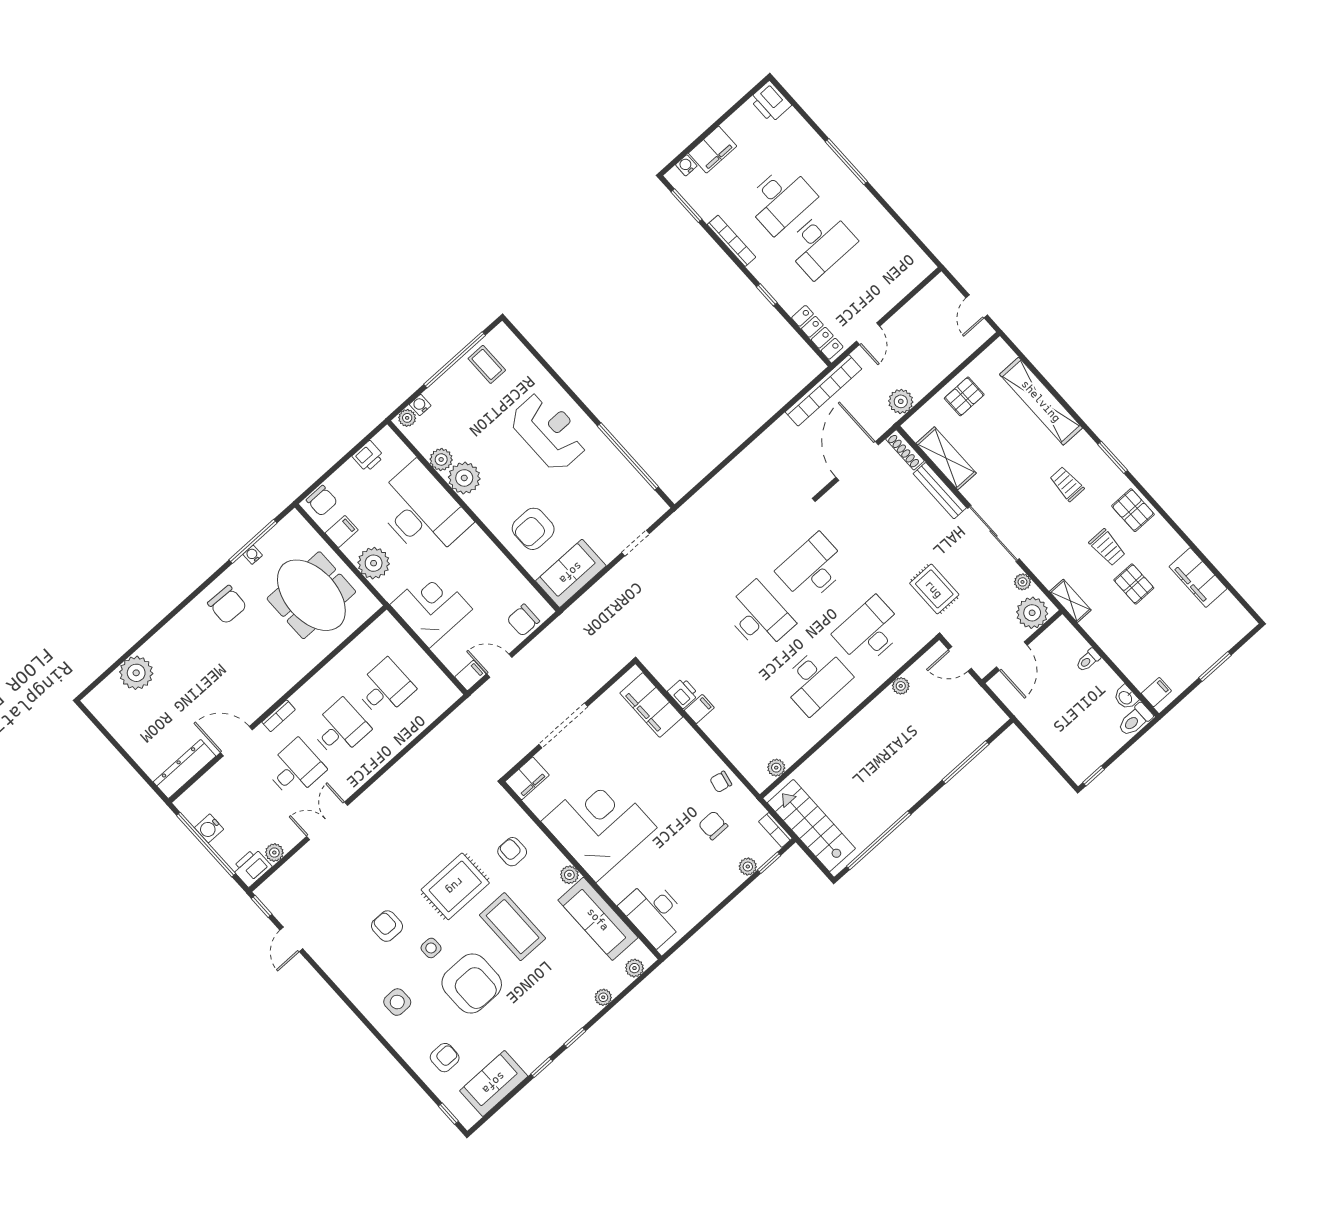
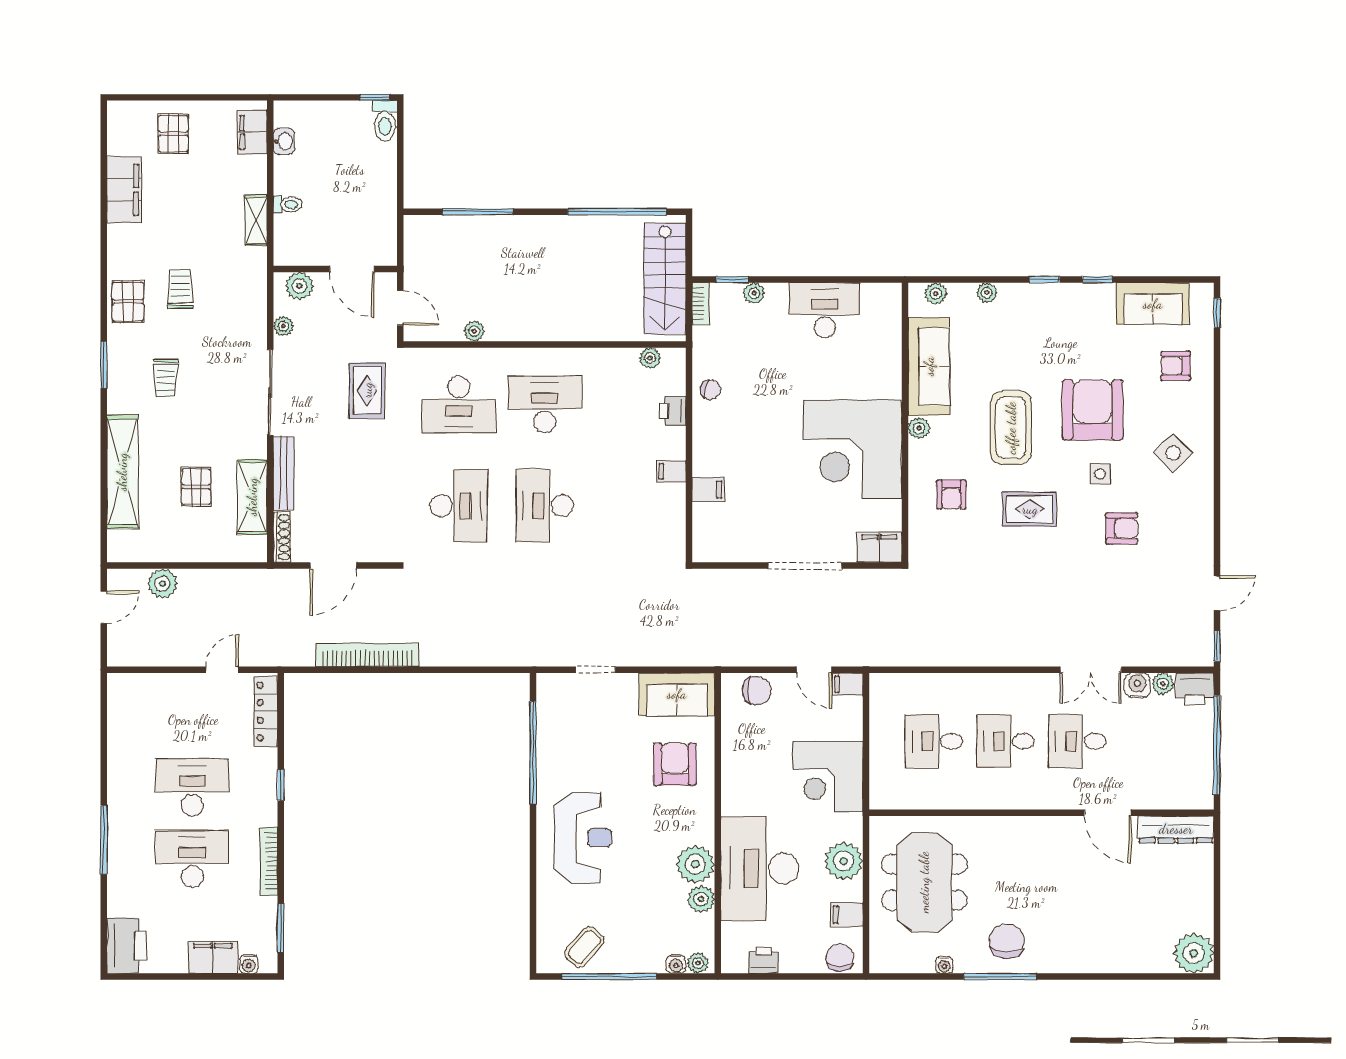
printer: (770, 102) -> (127, 946), width x1.37, depth x1.19
coffee table: (487, 364) -> (585, 947), turned 42
bookcase: (824, 390) -> (367, 655), moved
pallet: (964, 396) -> (196, 487), moved, turned 90
plant: (901, 401) -> (163, 583), moved
reception desk: (549, 431) -> (583, 838), turned 180
door: (857, 461) -> (333, 566), width x0.73
armchair: (533, 529) -> (675, 764), turned -90
window: (253, 541) -> (1000, 977), moved
desk: (813, 569) -> (459, 506), turned -90
pallet: (1134, 584) -> (173, 134), moved
shelving: (1070, 601) -> (256, 220), moved
plant: (1032, 613) -> (299, 286), width x0.73, depth x0.73
door: (1012, 656) -> (352, 269), swing flipped
window: (1215, 667) -> (180, 97), removed
plant: (136, 673) -> (1194, 953), moved
filing cabinet: (1156, 692) -> (252, 133), width x2.00
printer: (683, 693) -> (673, 411), moved
filing cabinet: (651, 705) -> (708, 490), width x0.33, depth x0.86
bookcase: (279, 716) -> (1050, 802), removed
toilet: (1135, 720) -> (385, 121), moved, turned 90
chair: (713, 825) -> (752, 357), removed
water cooler: (209, 828) -> (1137, 685), moved, turned -90
rug: (455, 886) -> (1030, 509), width x0.73, depth x0.70
desk: (654, 912) -> (825, 310), moved, turned -90
armchair: (387, 926) -> (1122, 528), turned -90
side table: (397, 1002) -> (1173, 453), turned 45

